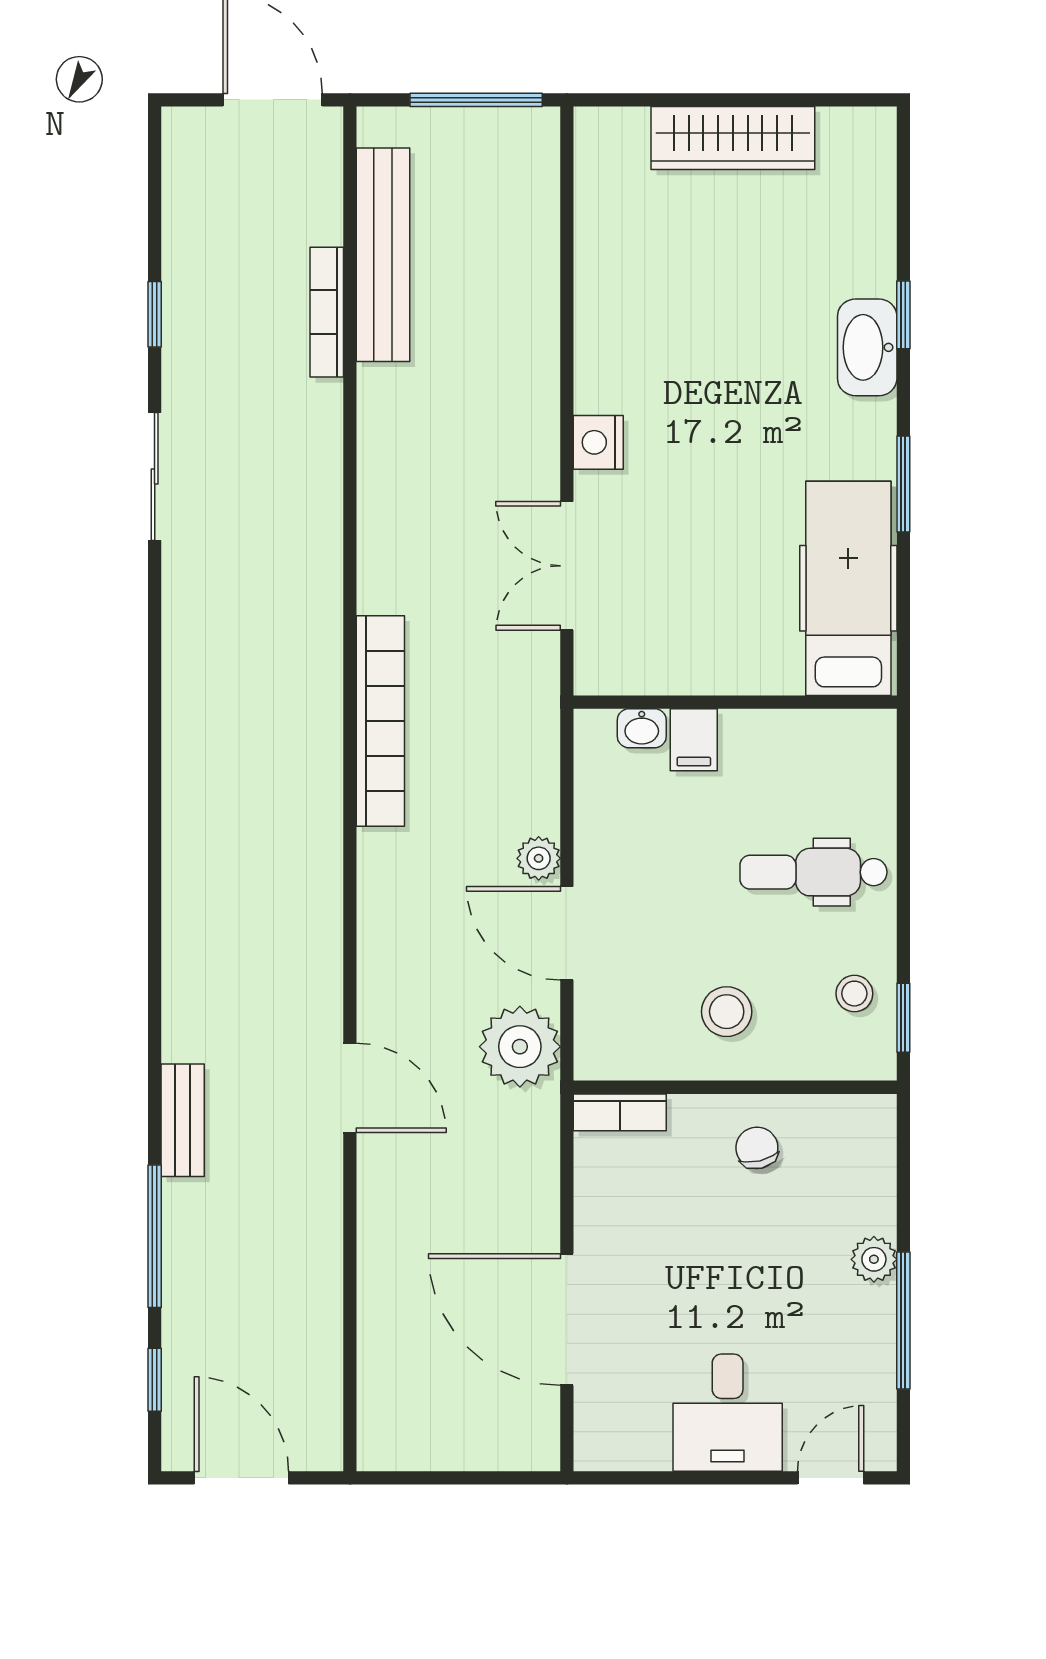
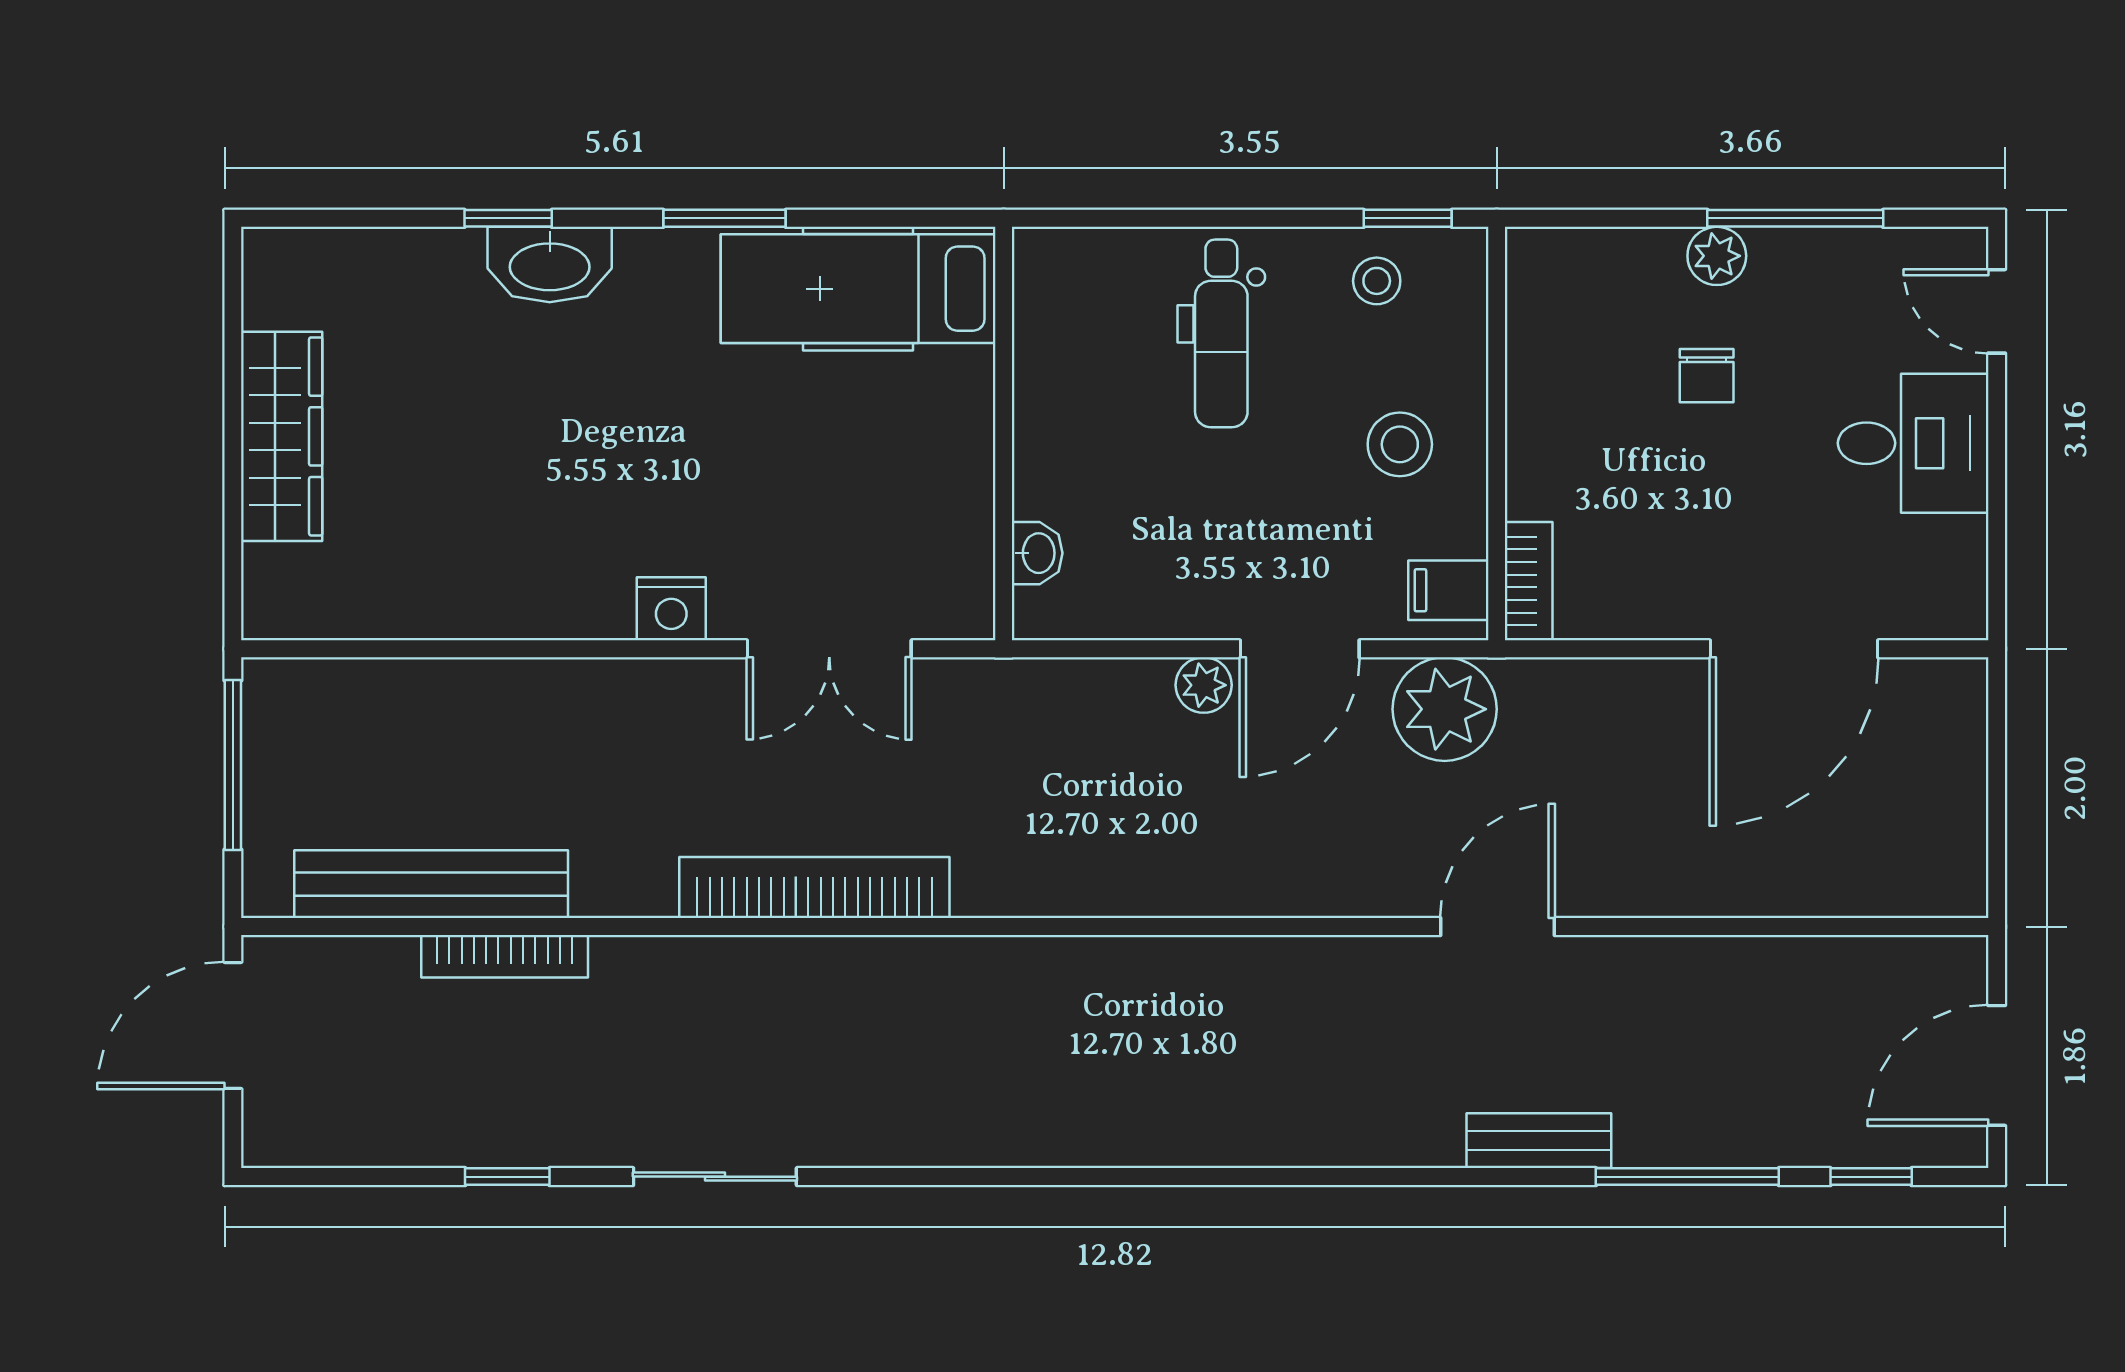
bookcase: (380, 721) -> (814, 888), moved
filing cabinet: (694, 740) -> (1448, 590), moved, turned 180
chair: (757, 1148) -> (1707, 376), moved, turned -77

